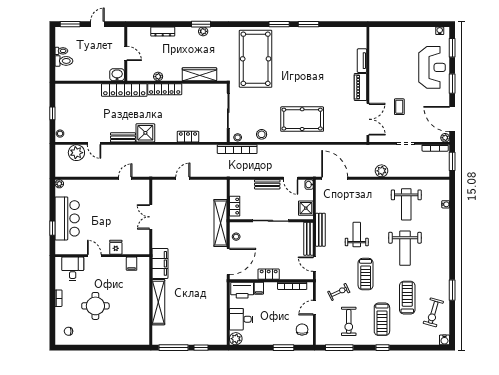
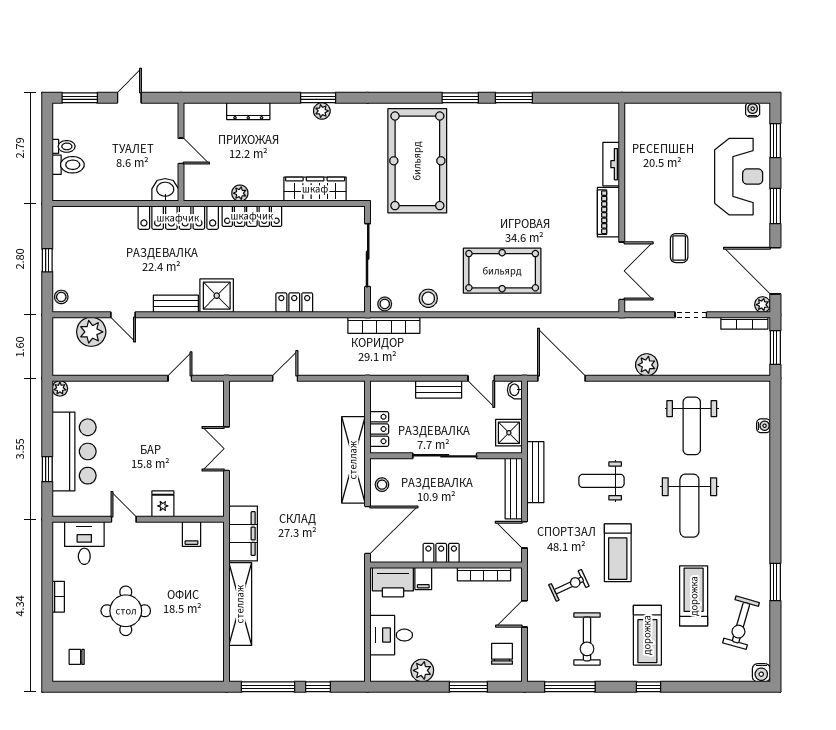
weight bench: (357, 235) -> (602, 481), turned -90
plant: (236, 339) -> (422, 670), moved

